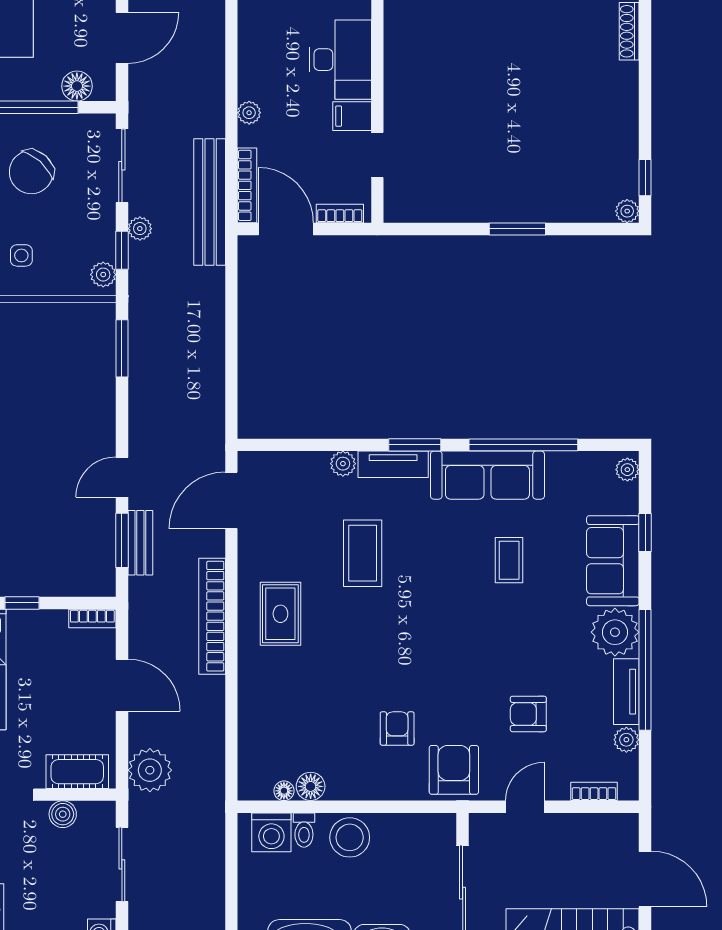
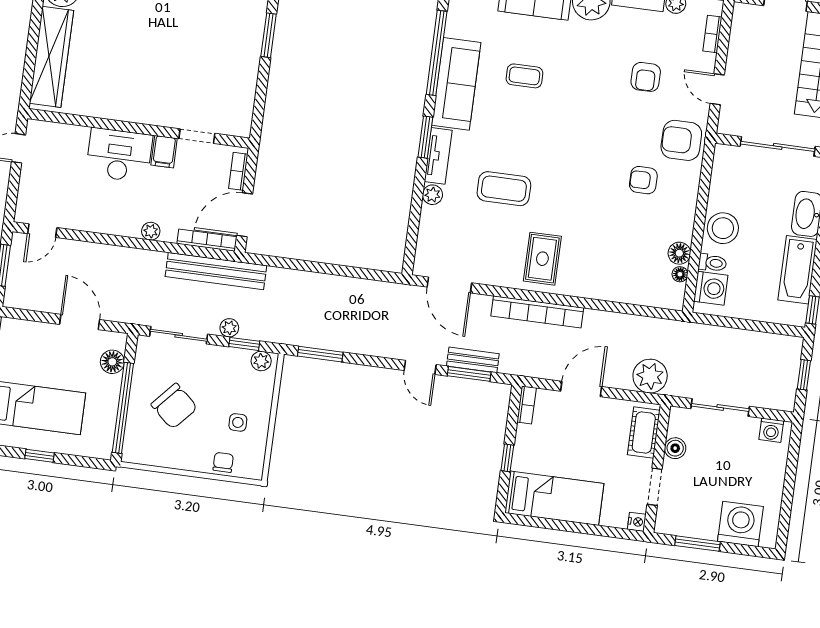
rug: (280, 614) -> (542, 259), turned 90

